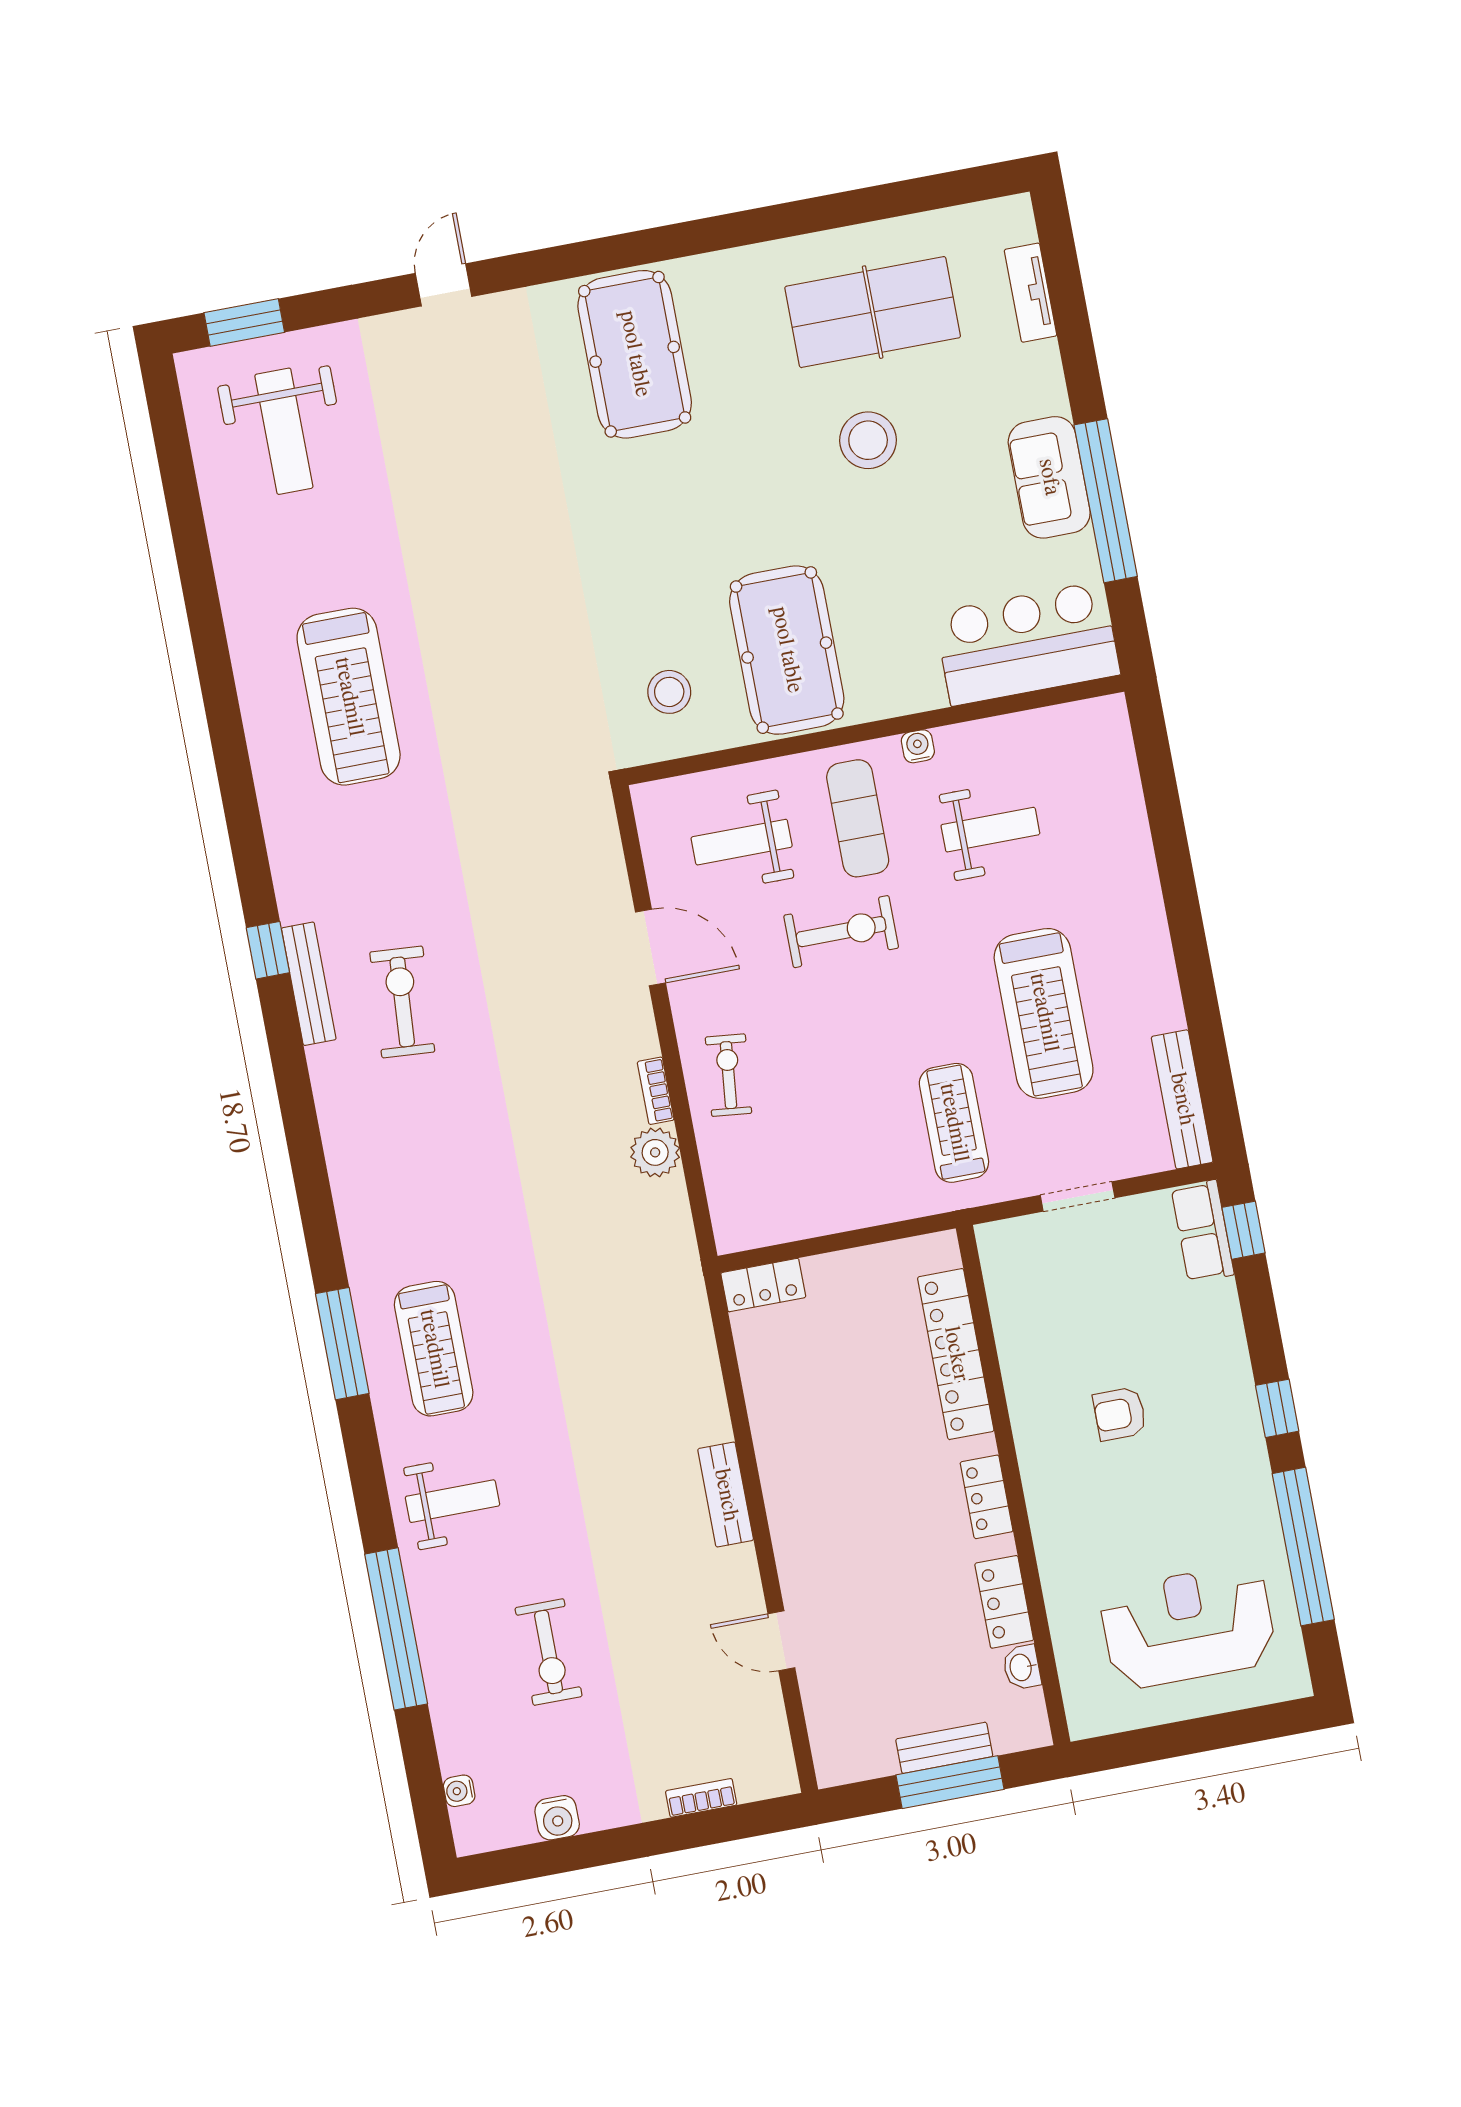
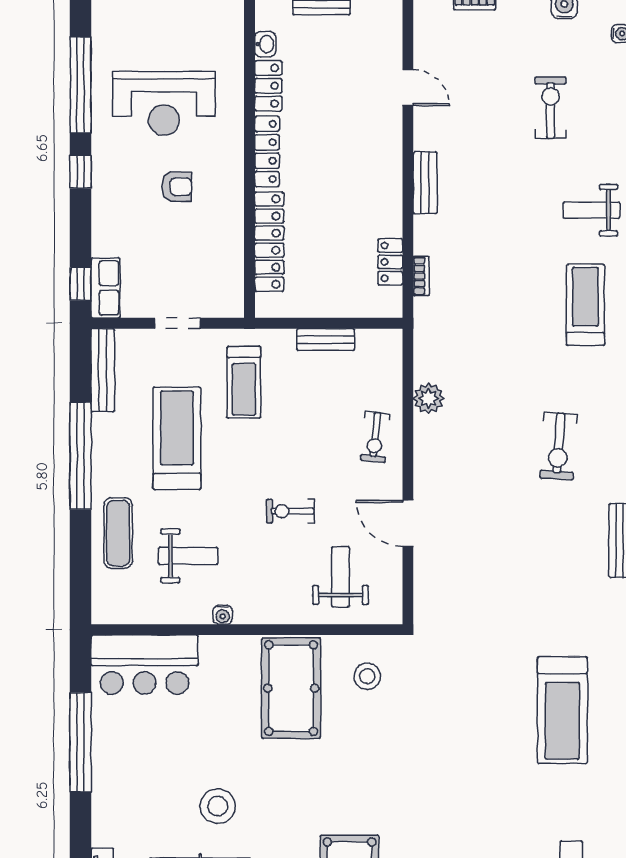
sofa: (1049, 477) -> (112, 763), removed
treadmill: (349, 697) -> (562, 710), turned 180
exercise mat: (858, 818) -> (118, 533), moved
weight bench: (990, 830) -> (188, 556), turned 180
weight bench: (742, 842) -> (341, 577), turned -90
exercise bike: (841, 932) -> (290, 511), width x0.73, depth x0.72
window: (1192, 957) -> (81, 456), added
exercise bike: (402, 1002) -> (559, 446), moved
bookcase: (656, 1091) -> (421, 276), moved
bench: (837, 1215) -> (326, 340), added
locker: (763, 1285) -> (390, 262), moved, turned -90
locker: (987, 1497) -> (267, 152), width x1.53
reception desk: (1188, 1626) -> (164, 103), moved

